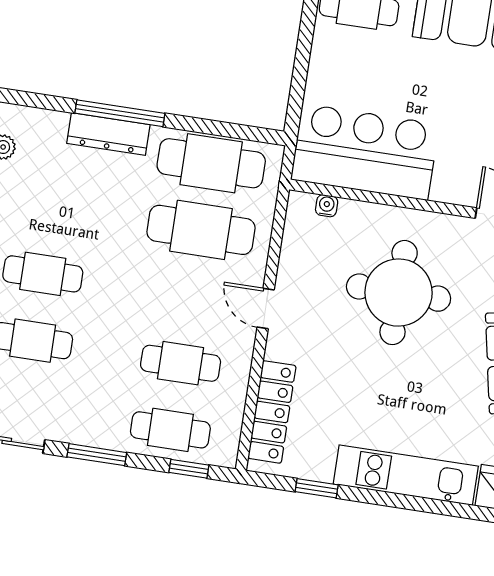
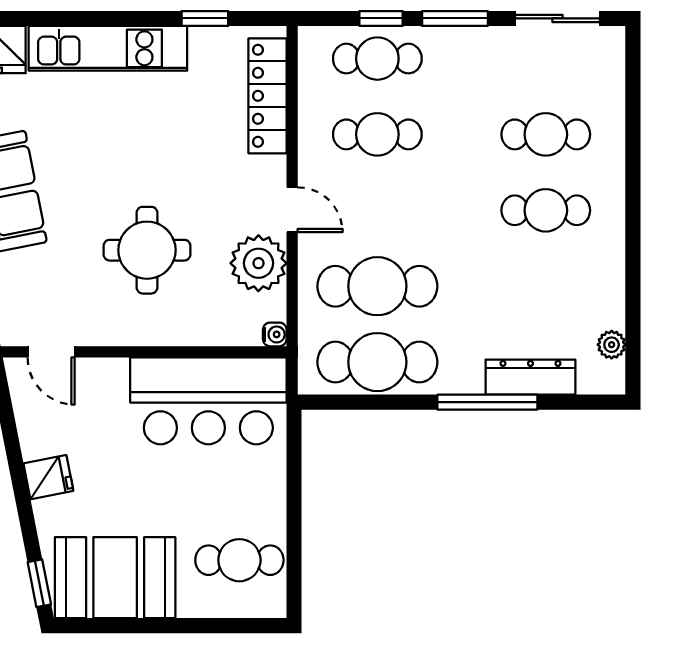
dresser: (108, 134) -> (530, 377), moved
water cooler: (327, 206) -> (275, 334), moved, turned -90
plant: (302, 266) -> (258, 263), added
round table: (399, 293) -> (147, 250), width x0.73, depth x0.73
window: (189, 469) -> (381, 18), moved

